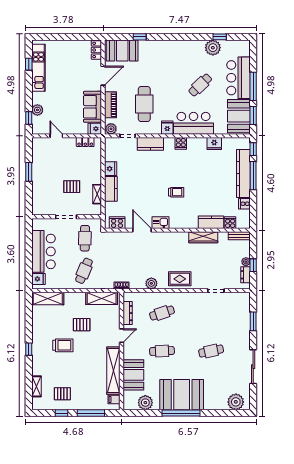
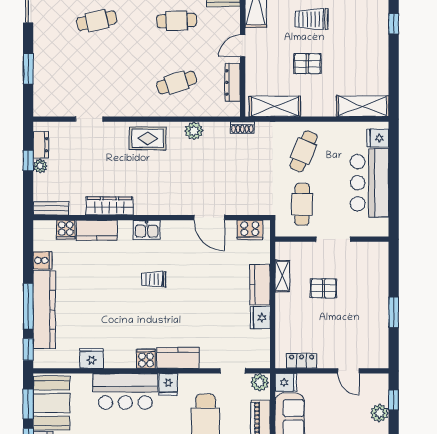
kitchen counter: (150, 144) -> (178, 358), moved
kitchen sink: (161, 223) -> (147, 230), moved
trolley: (63, 345) -> (311, 19), moved

